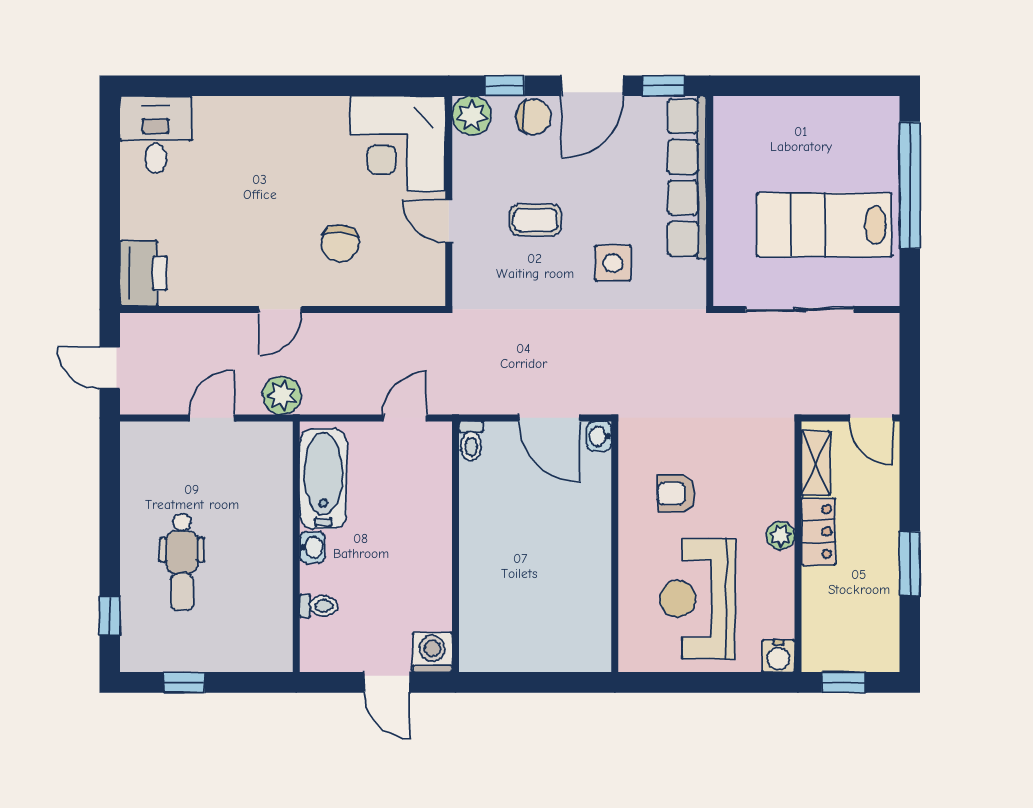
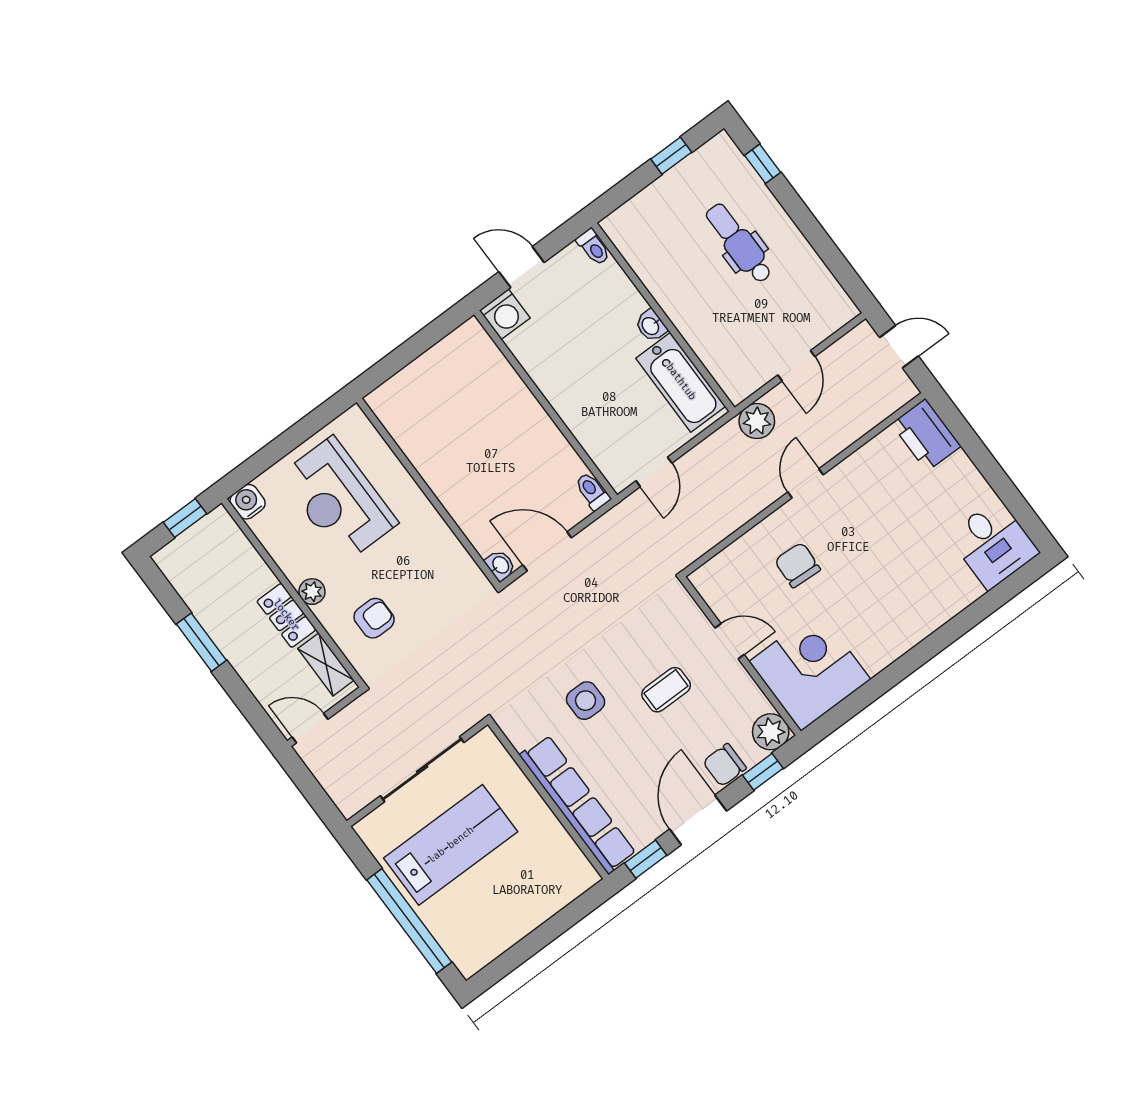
armchair: (676, 494) -> (374, 618), moved
reception desk: (697, 599) -> (339, 499), turned 180
toilet: (319, 606) -> (594, 247), moved, turned -90

